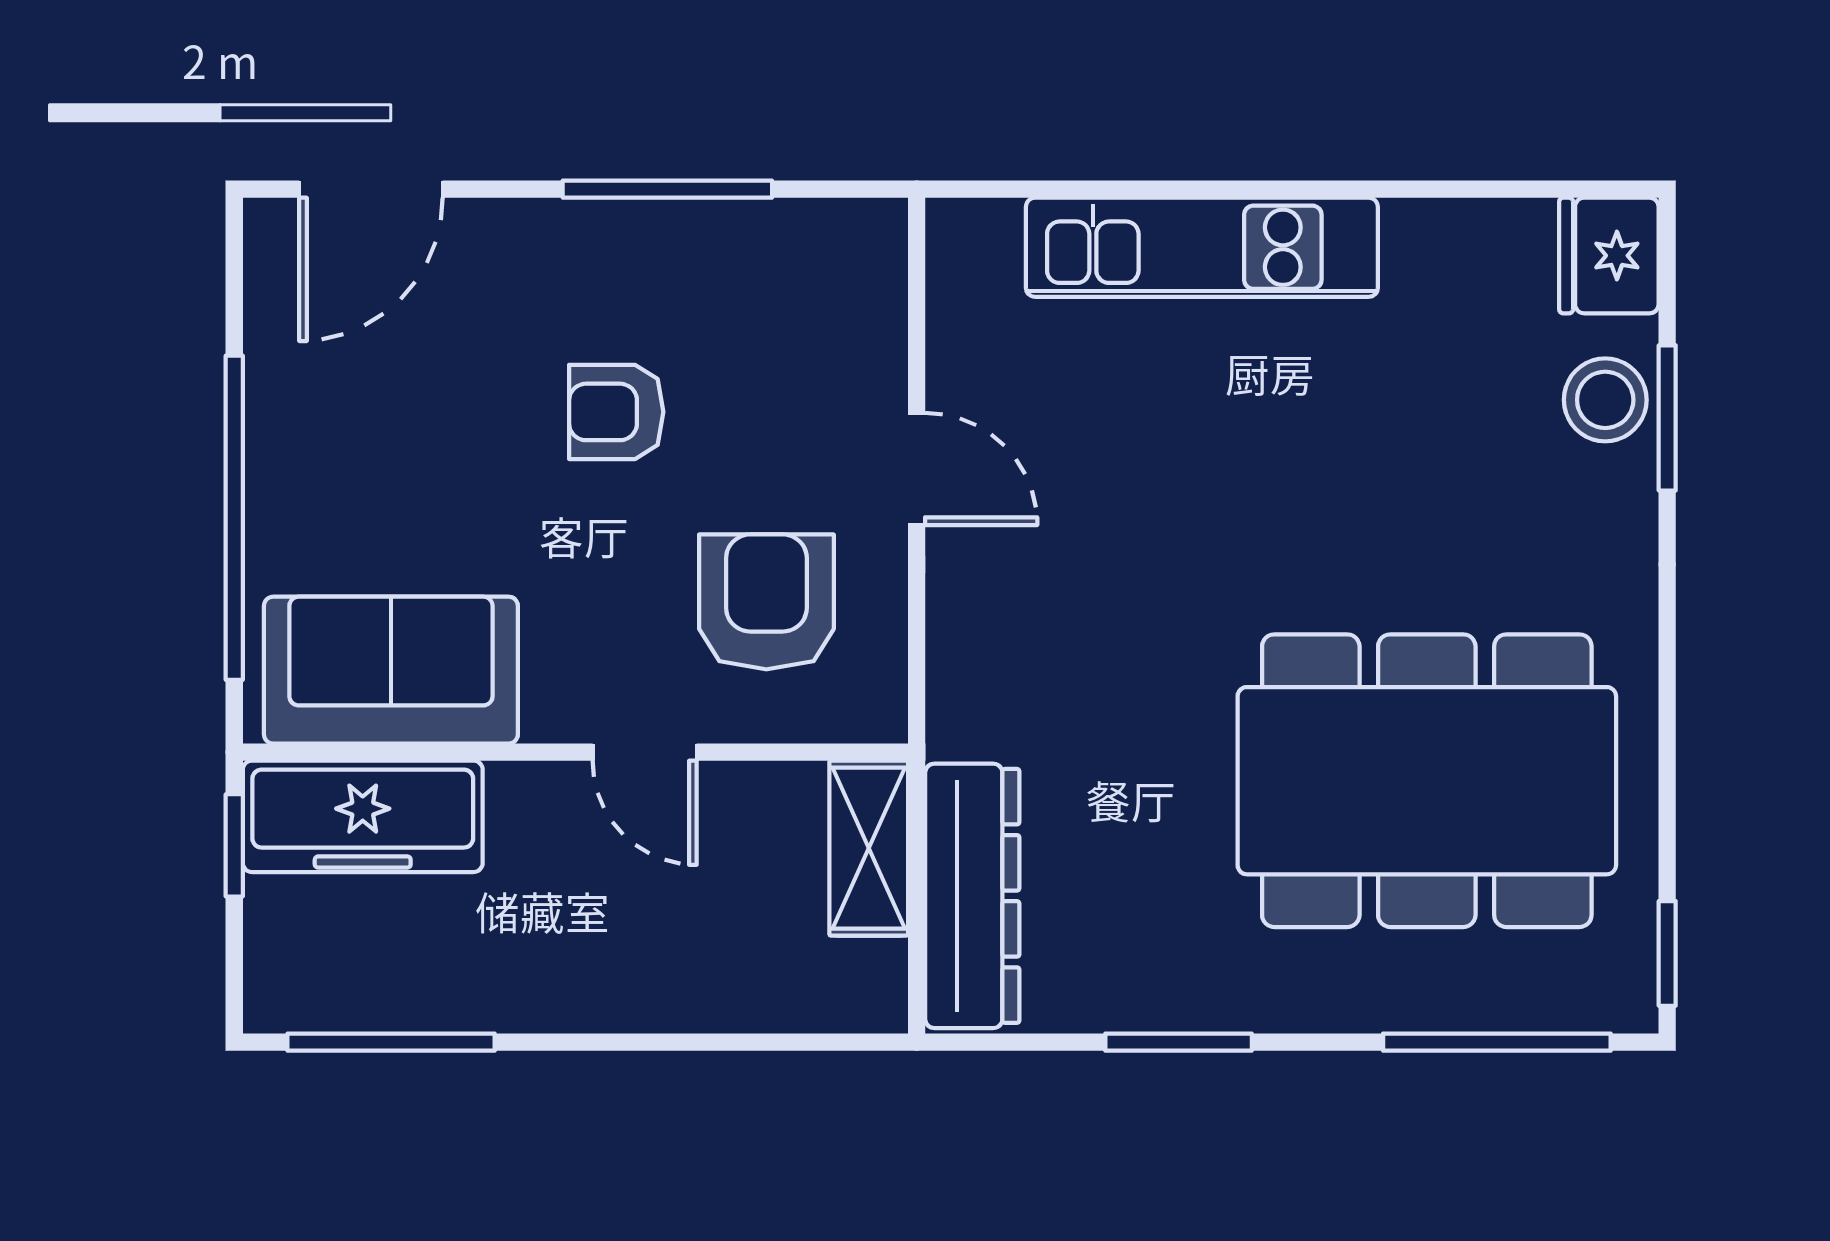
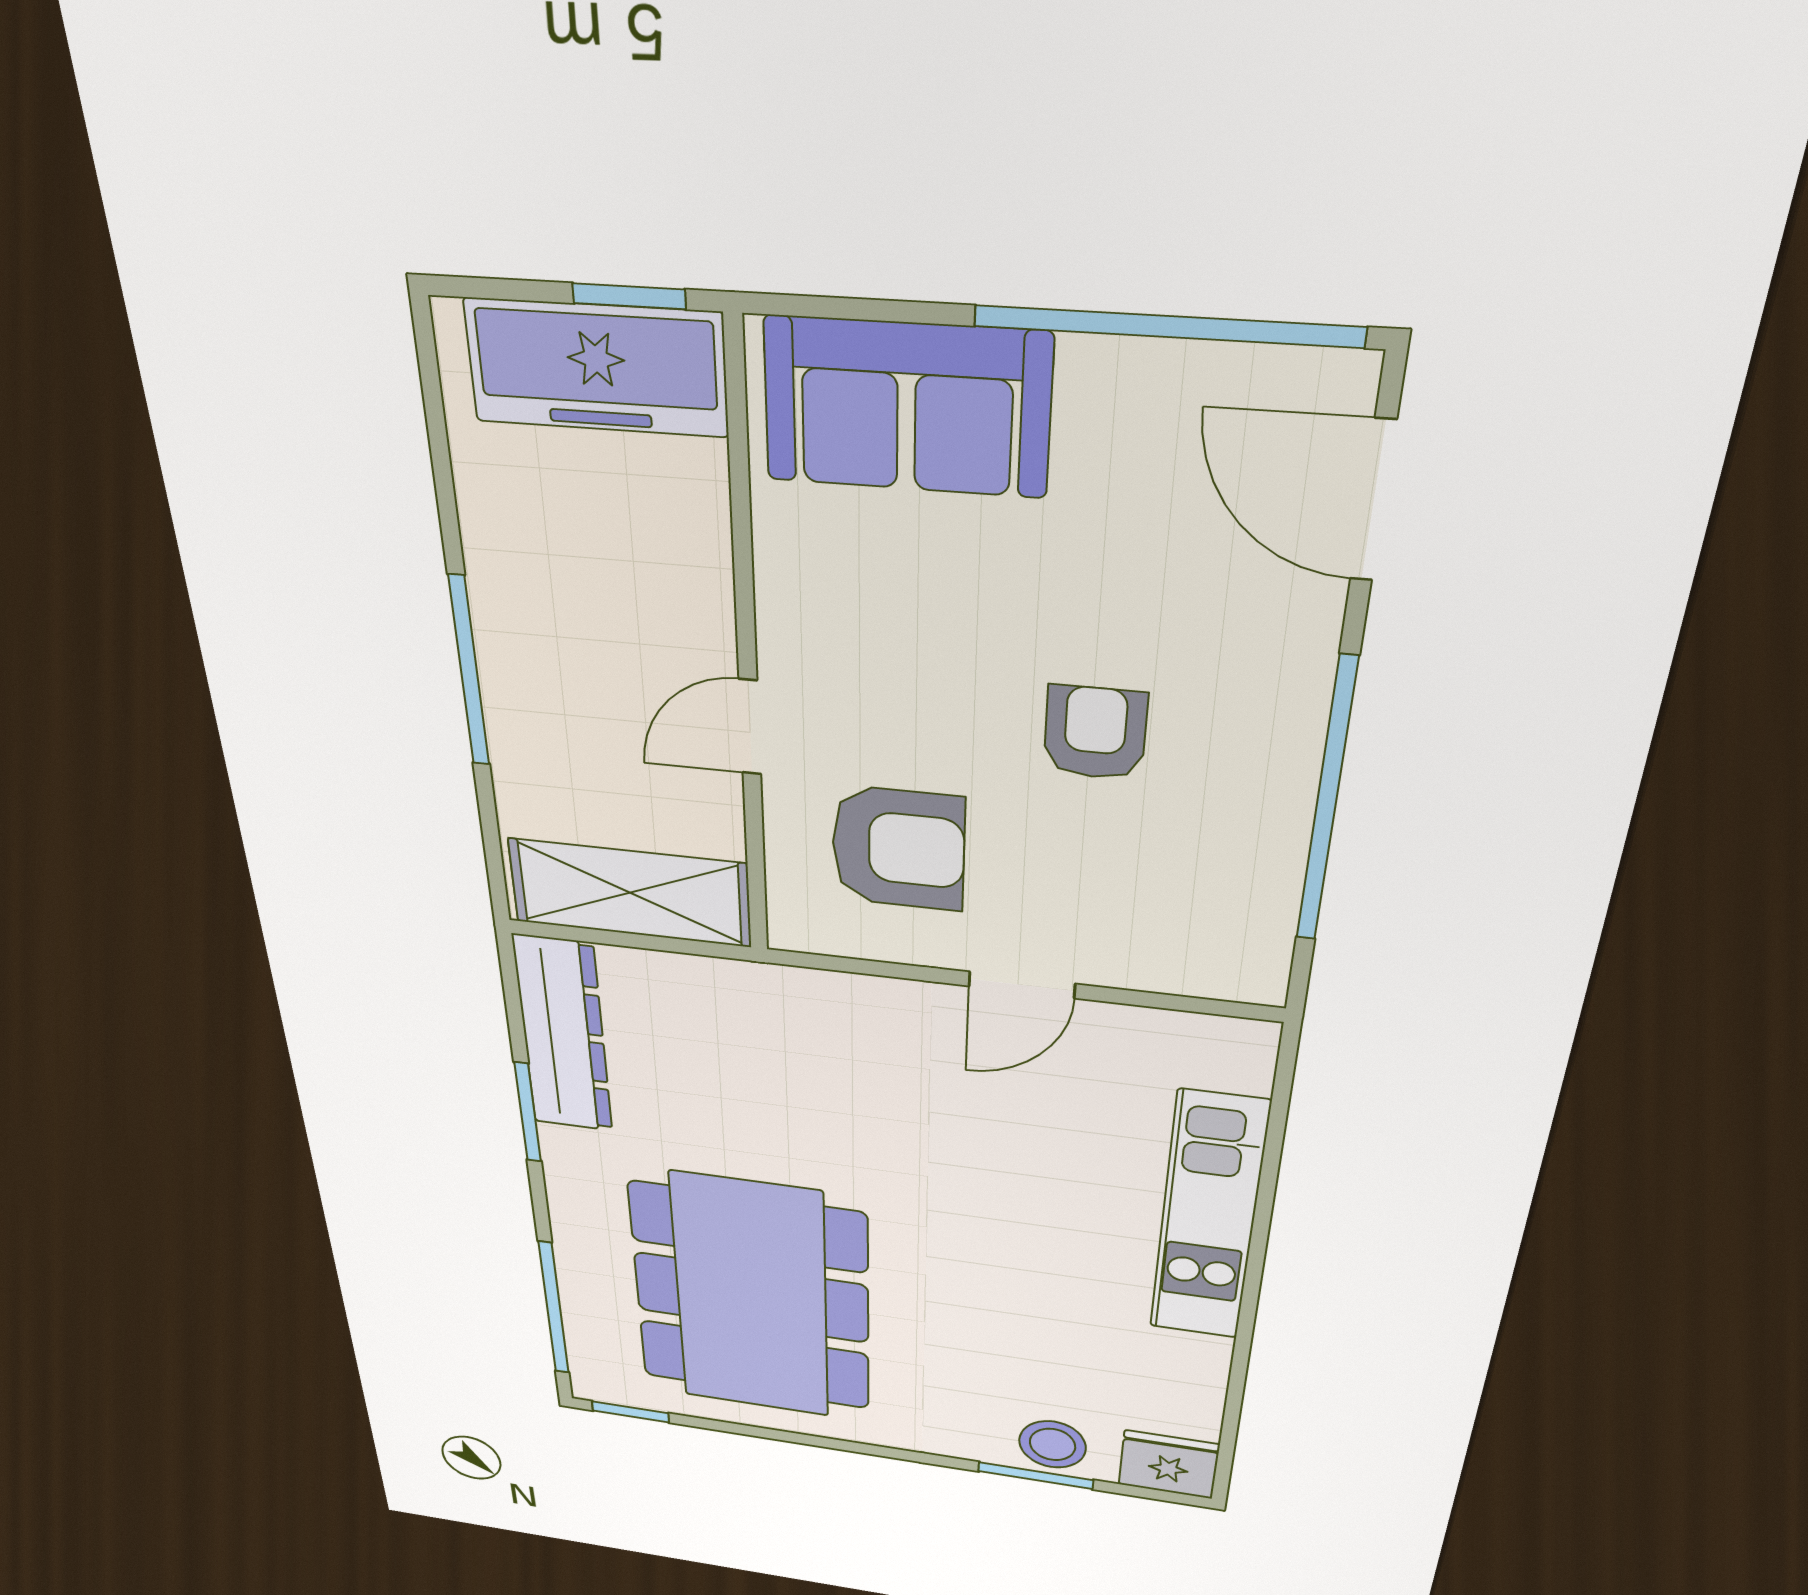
window: (667, 189) -> (1326, 803), width x1.46
window: (234, 518) -> (1167, 326), moved
sofa: (391, 670) -> (906, 407), moved, turned 90
freezer: (363, 816) -> (597, 368), moved, turned -90
shelving: (869, 848) -> (630, 893), width x1.50, depth x1.33
dresser: (972, 896) -> (563, 1035), moved, turned -90
window: (391, 1042) -> (469, 672), moved

